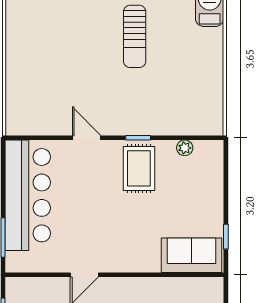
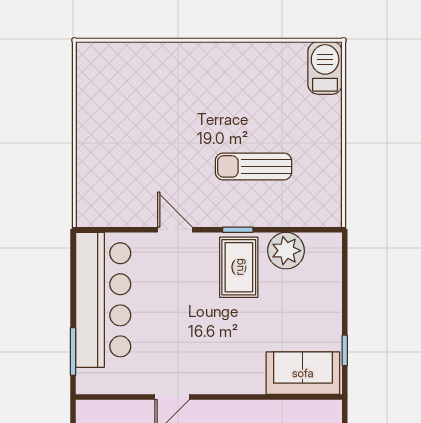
sun lounger: (135, 36) -> (253, 166), moved, turned 90
plant: (185, 148) -> (286, 251), width x1.88, depth x1.88

